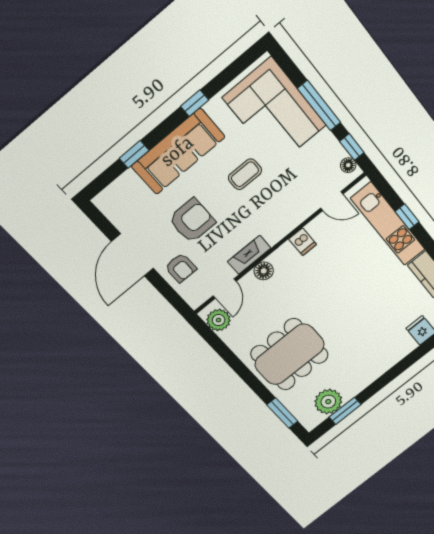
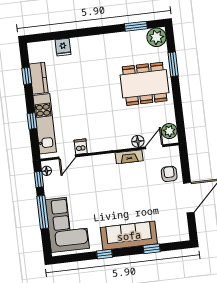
coffee table: (245, 174) -> (103, 202), removed
door: (332, 201) -> (67, 157), swing flipped
armchair: (192, 221) -> (146, 195), removed
dishwasher: (303, 242) -> (81, 147), moved
floor lamp: (264, 271) -> (138, 141), moved
plant: (328, 402) -> (156, 37), moved
window: (282, 413) -> (173, 64), moved

